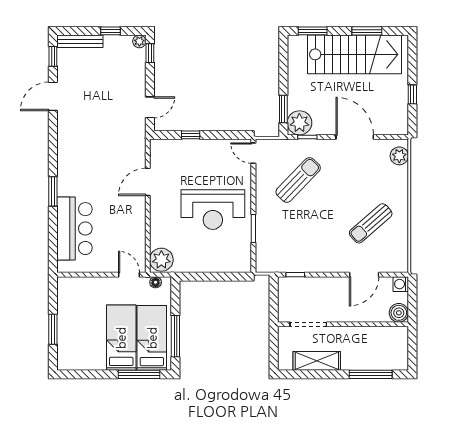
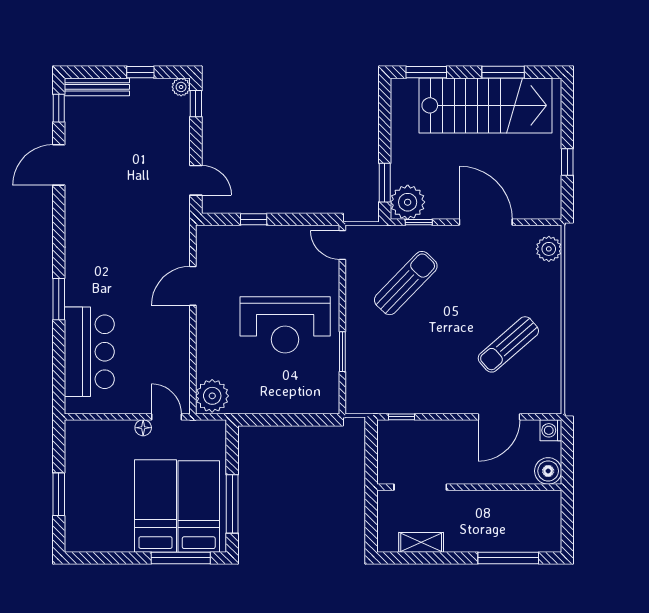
door: (150, 107) -> (196, 180), hinge flipped
floor lamp: (156, 282) -> (143, 428), moved
shelving: (317, 361) -> (421, 542), width x0.67, depth x0.75

